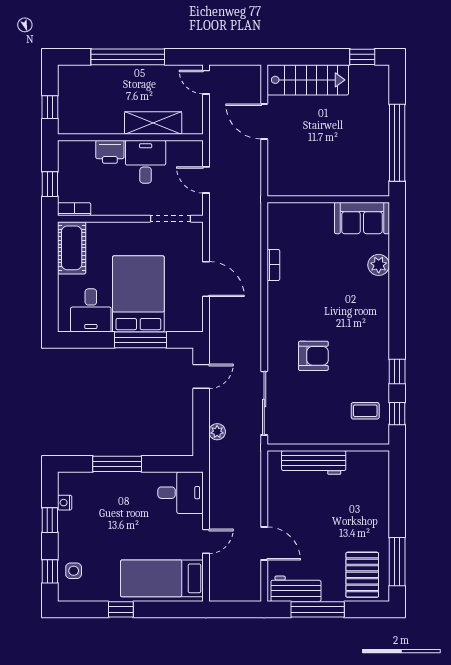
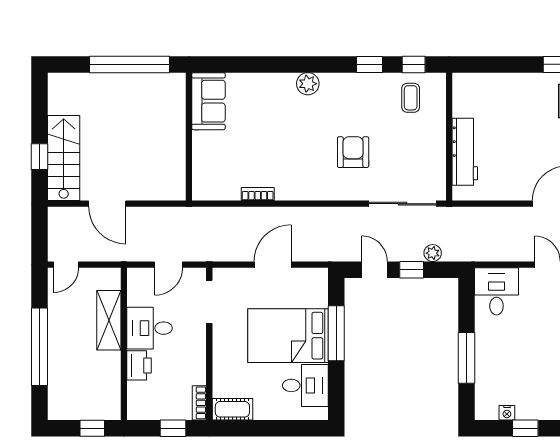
window: (362, 57) -> (39, 157), moved
door: (264, 121) -> (107, 204), hinge flipped
cot: (72, 248) -> (232, 409), width x0.73, depth x0.75
plant: (379, 265) -> (308, 84), moved
window: (201, 412) -> (412, 270), added

